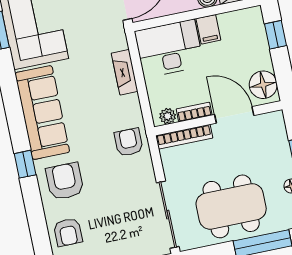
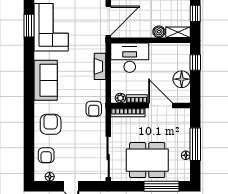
filing cabinet: (208, 29) -> (156, 51), removed
floor lamp: (263, 85) -> (182, 79), moved
sofa: (42, 113) -> (46, 80), width x0.73
armchair: (129, 142) -> (94, 109), turned 180
window: (25, 164) -> (29, 109), removed

